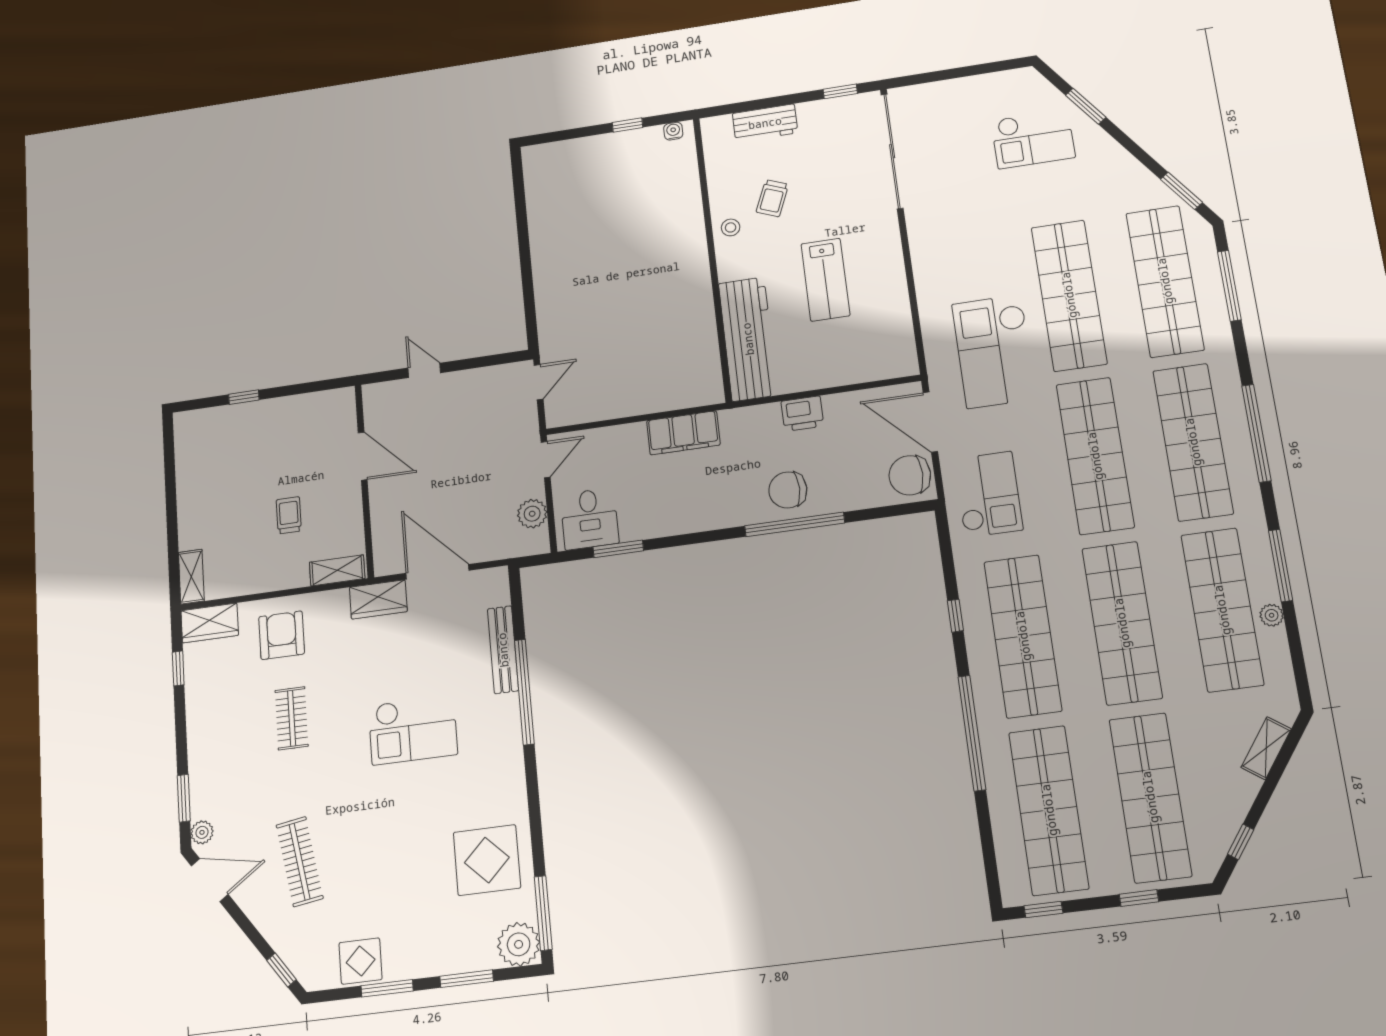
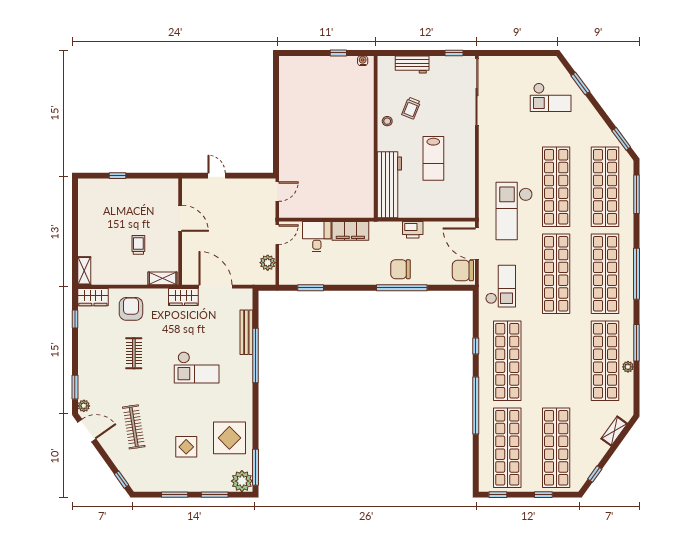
desk: (590, 519) -> (317, 236), moved, turned 180
shop shelf: (1122, 623) -> (556, 361), removed
display table: (361, 961) -> (186, 447), moved

